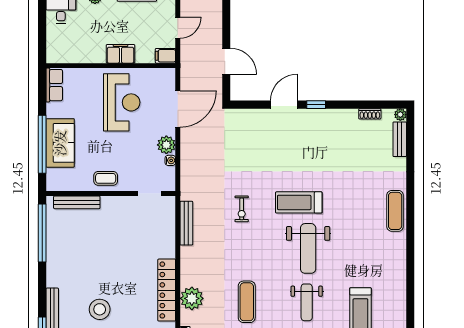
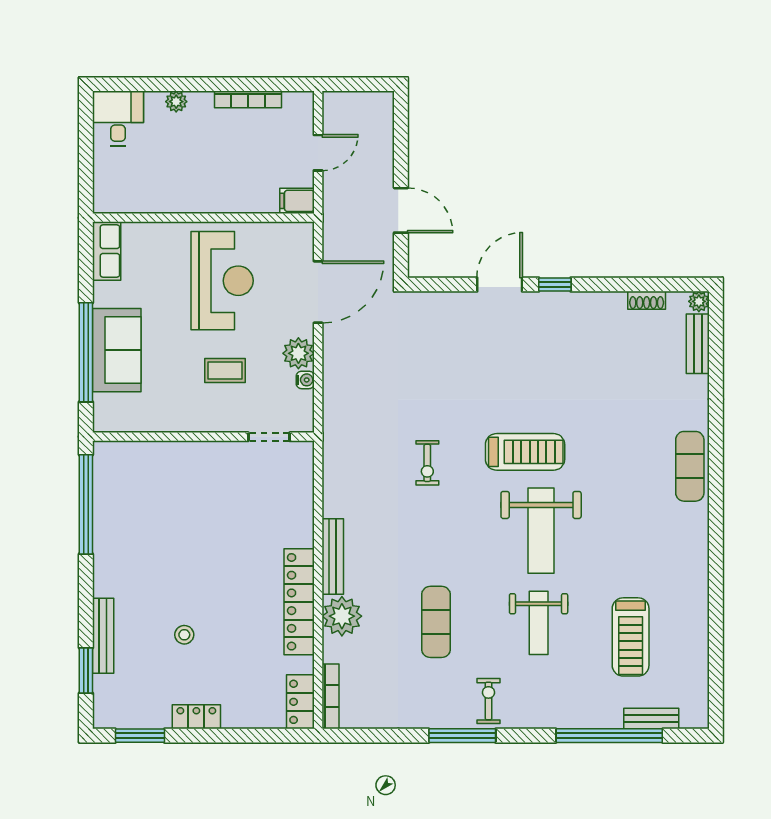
filing cabinet: (120, 54) -> (220, 198), removed
coffee table: (106, 178) -> (225, 370), moved
bench: (77, 202) -> (145, 452), removed
treadmill: (299, 202) -> (525, 452), turned 180
bench: (186, 223) -> (333, 556), moved
stool: (100, 309) -> (184, 635), width x0.53, depth x0.53

